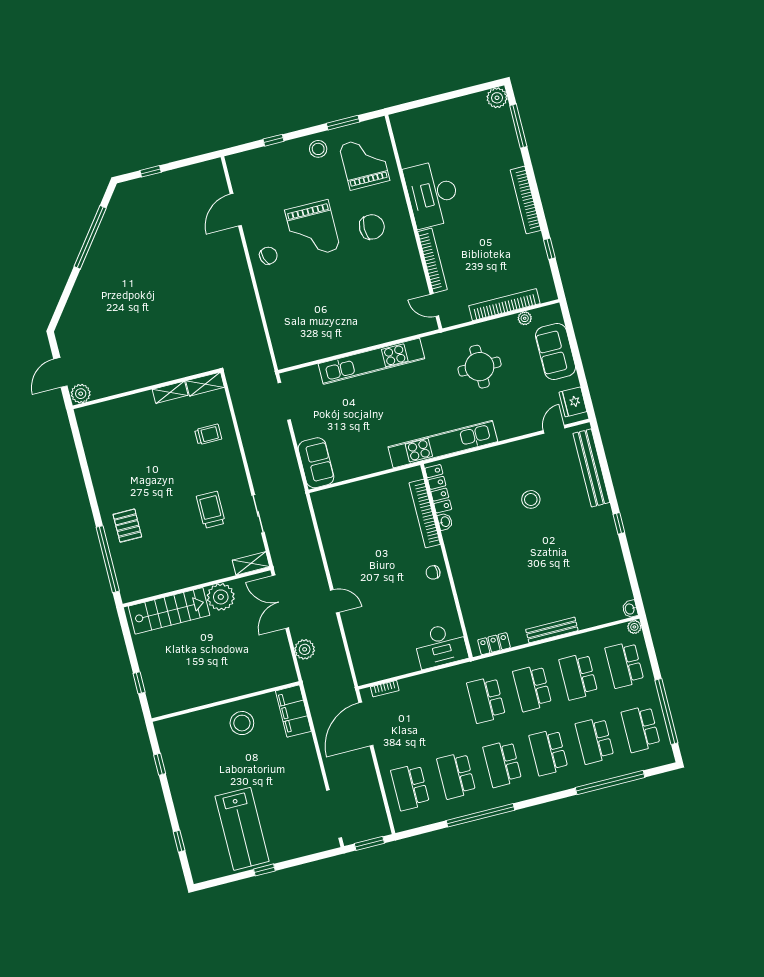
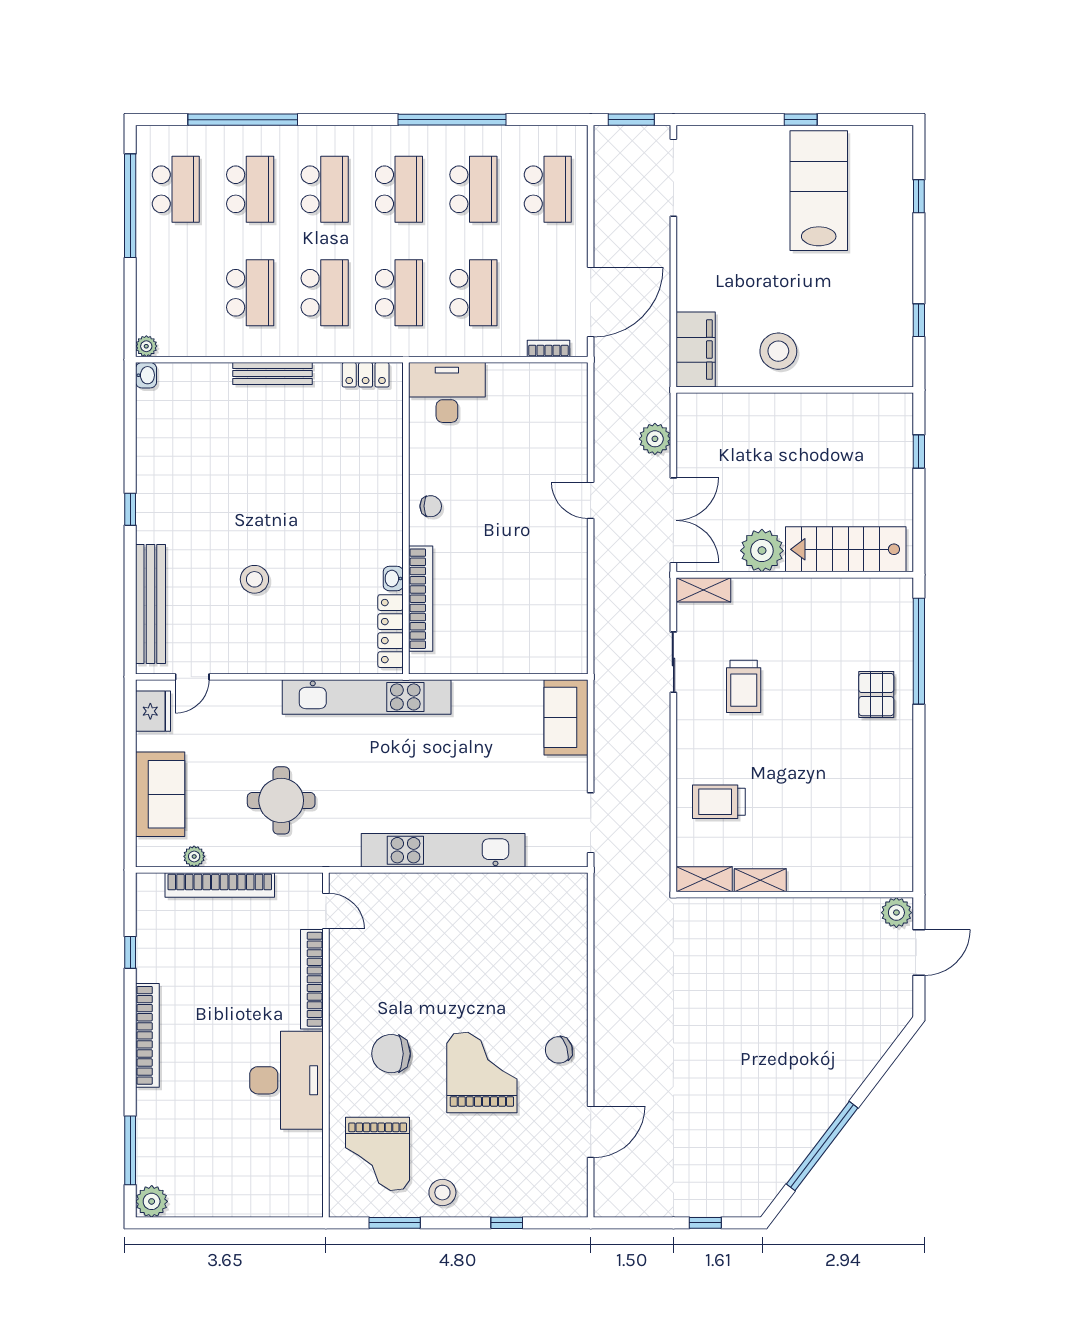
trolley: (208, 434) -> (719, 802), width x1.36, depth x1.39
school desk: (624, 665) -> (473, 293), moved

